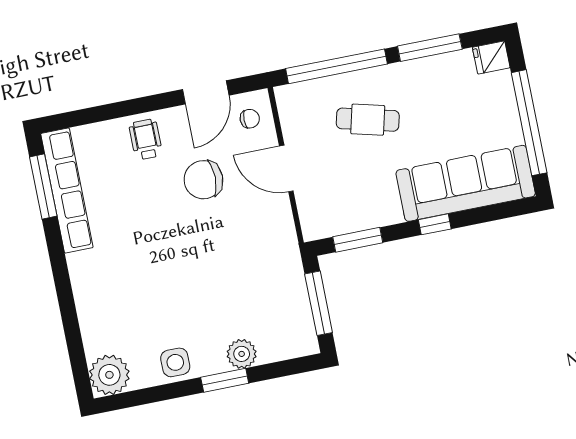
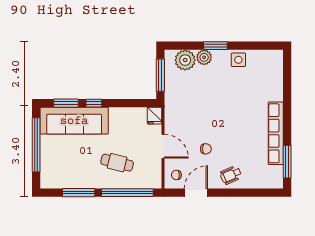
fridge: (491, 57) -> (155, 116), moved, turned 90
wheelchair: (146, 139) -> (231, 175), turned 66
chair: (203, 180) -> (206, 149), width x0.54, depth x0.54
row of seats: (67, 191) -> (276, 133), moved
window: (358, 240) -> (66, 103), moved
plant: (109, 375) -> (185, 60), moved

